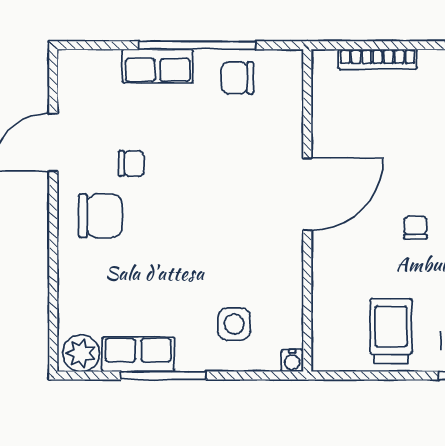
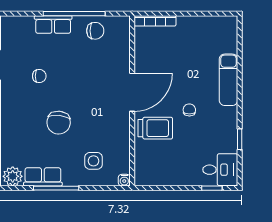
bookcase: (378, 59) -> (155, 21), moved
chair: (237, 78) -> (95, 31), turned 180
chair: (100, 216) -> (59, 123), moved, turned 96
trolley: (391, 331) -> (155, 128), moved, turned 90

